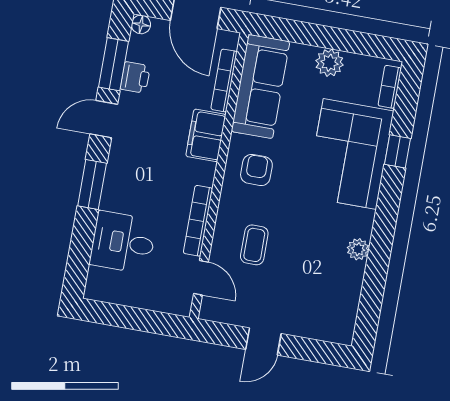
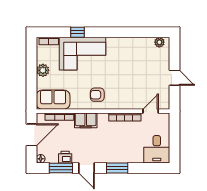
sofa: (260, 86) -> (53, 100), width x0.73
desk: (123, 242) -> (157, 149), moved
coffee table: (254, 245) -> (131, 90), removed
plant: (358, 249) -> (159, 42), moved

